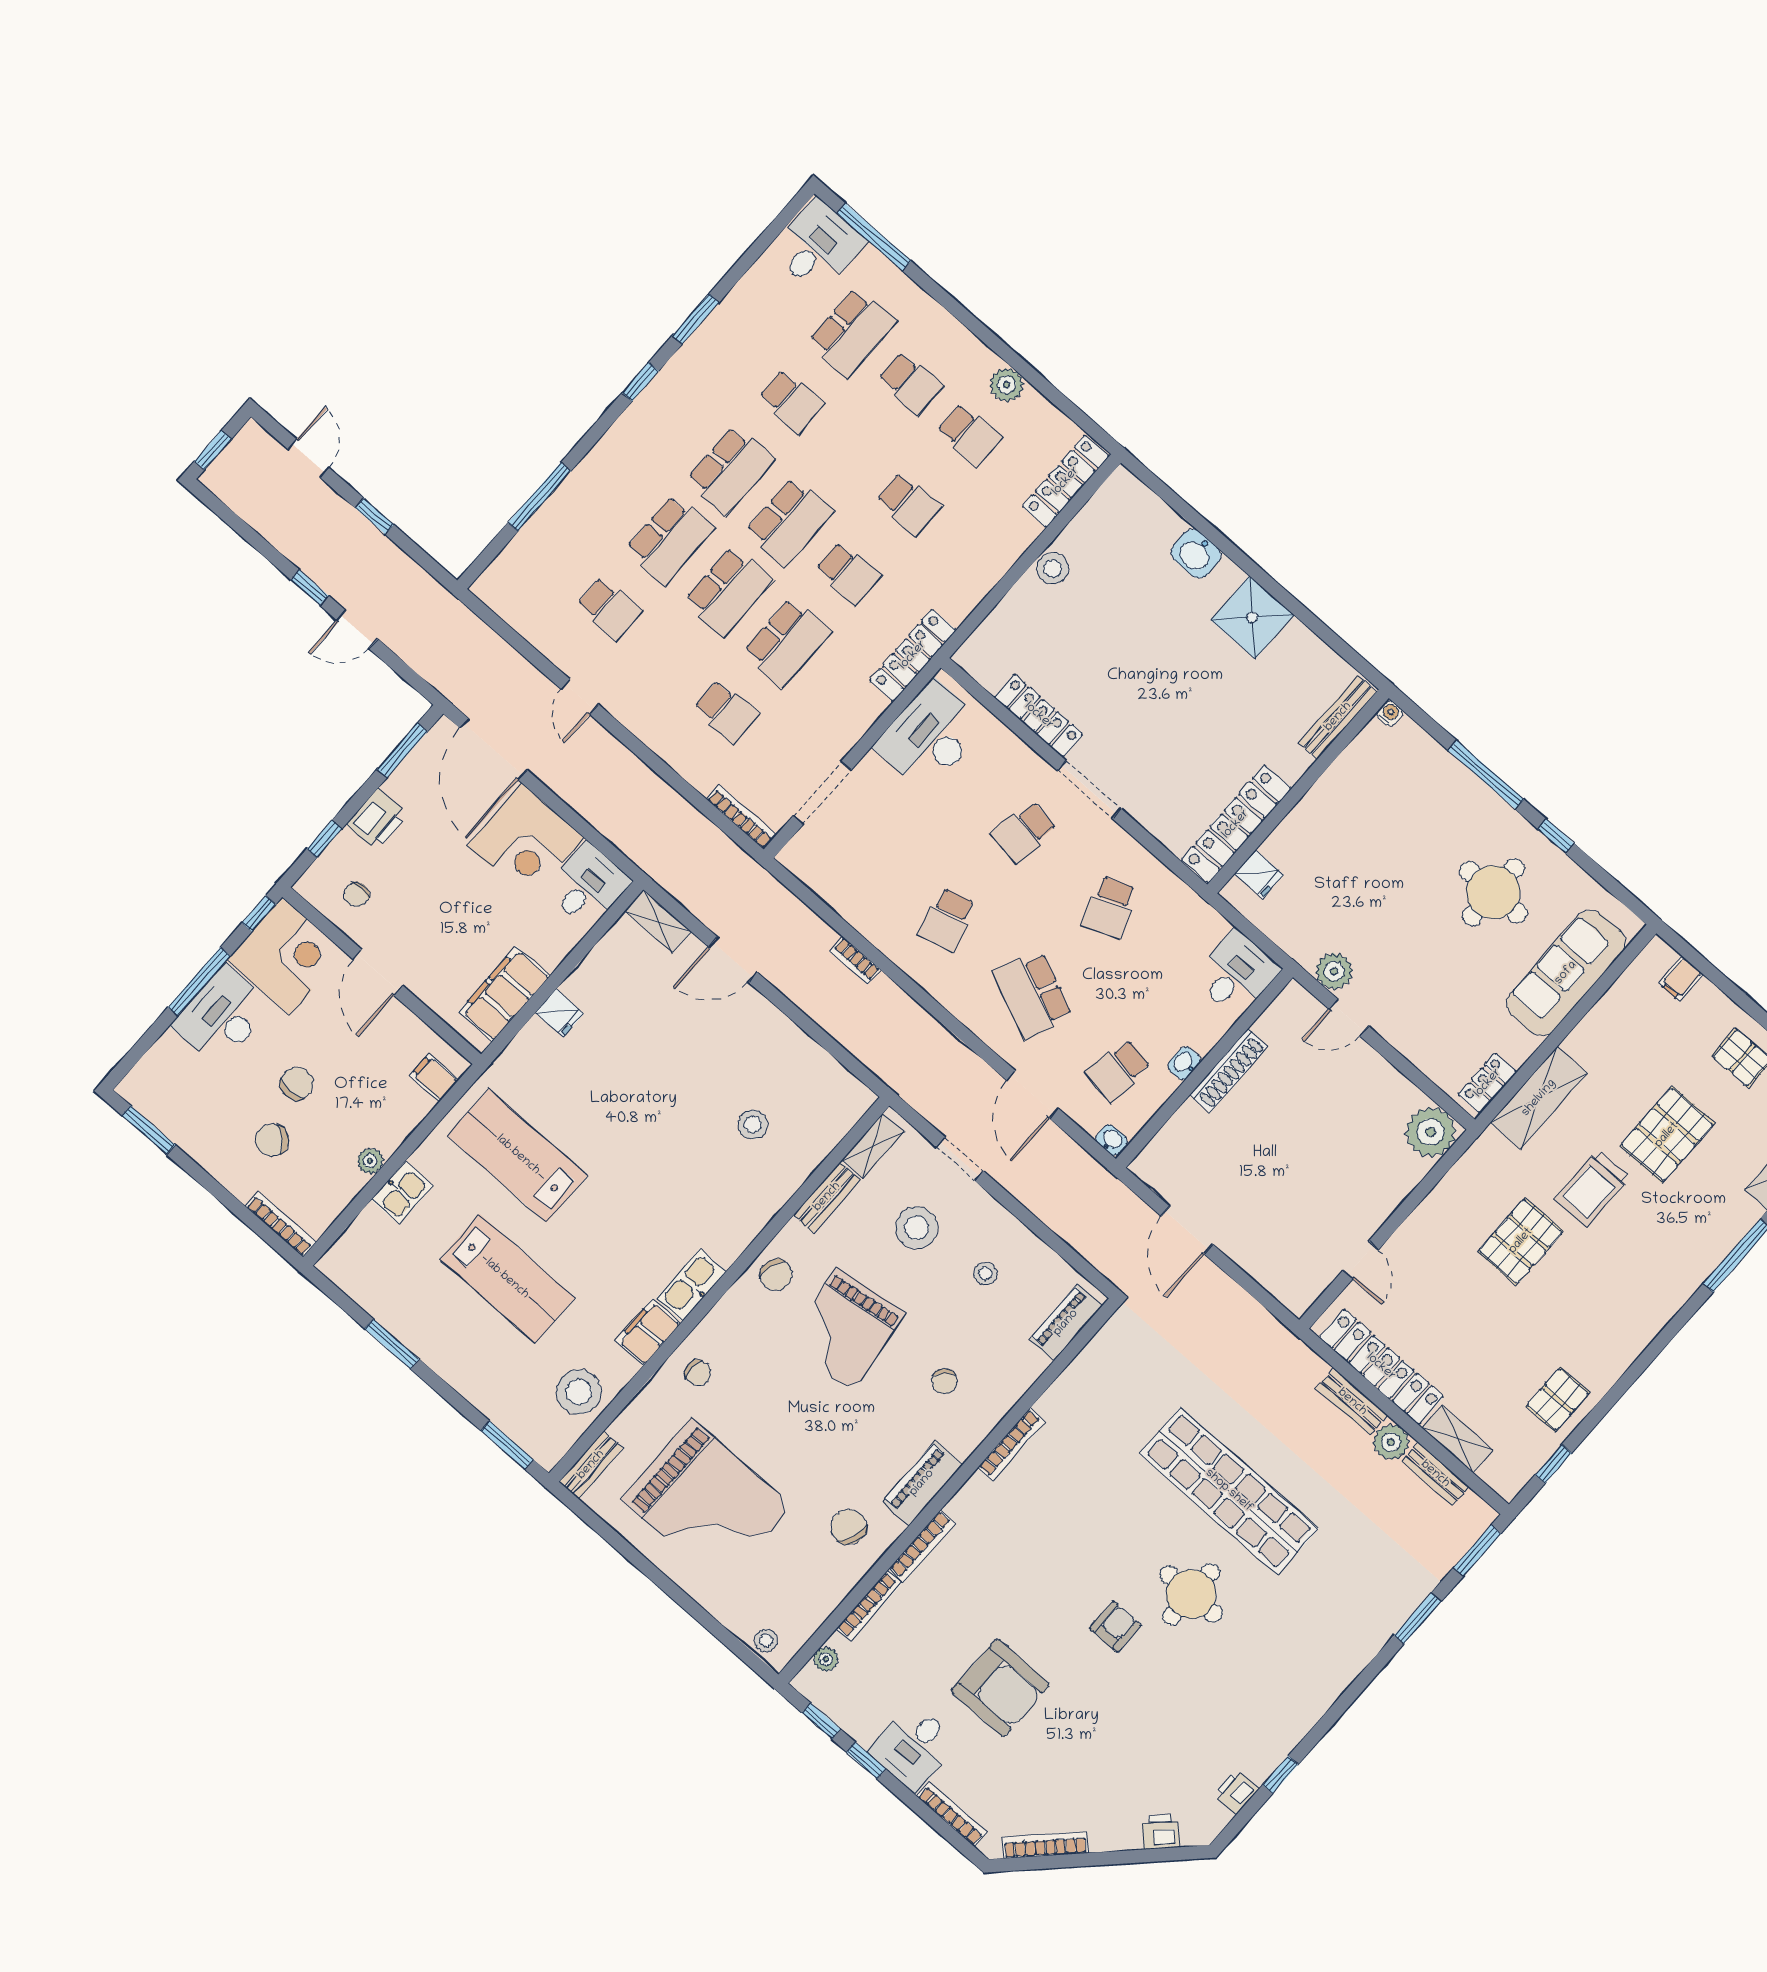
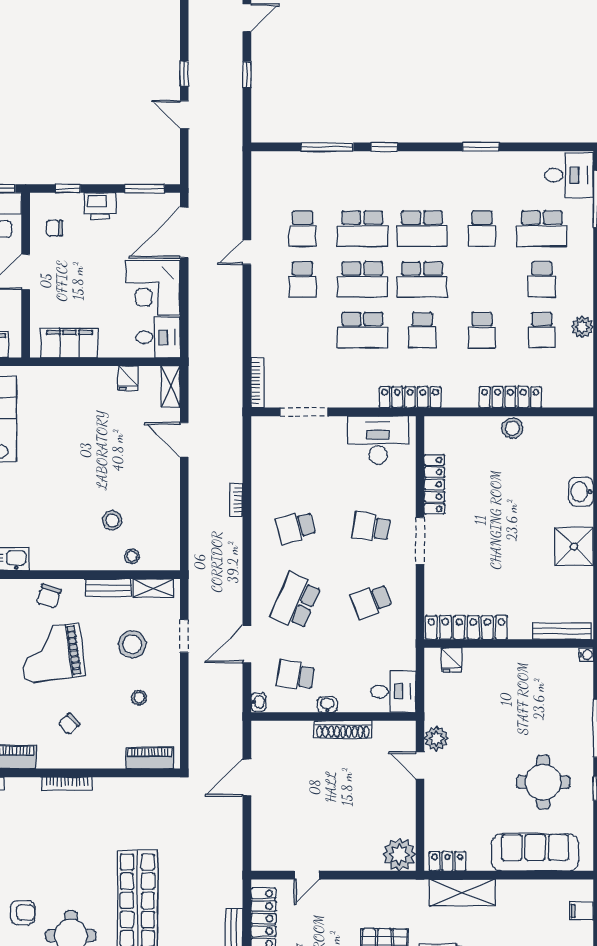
window: (640, 382) -> (384, 147), moved
locker: (1066, 481) -> (510, 397), moved
school desk: (726, 711) -> (302, 279), moved
fridge: (560, 1013) -> (128, 378), moved
stool: (815, 1138) -> (132, 556), added

